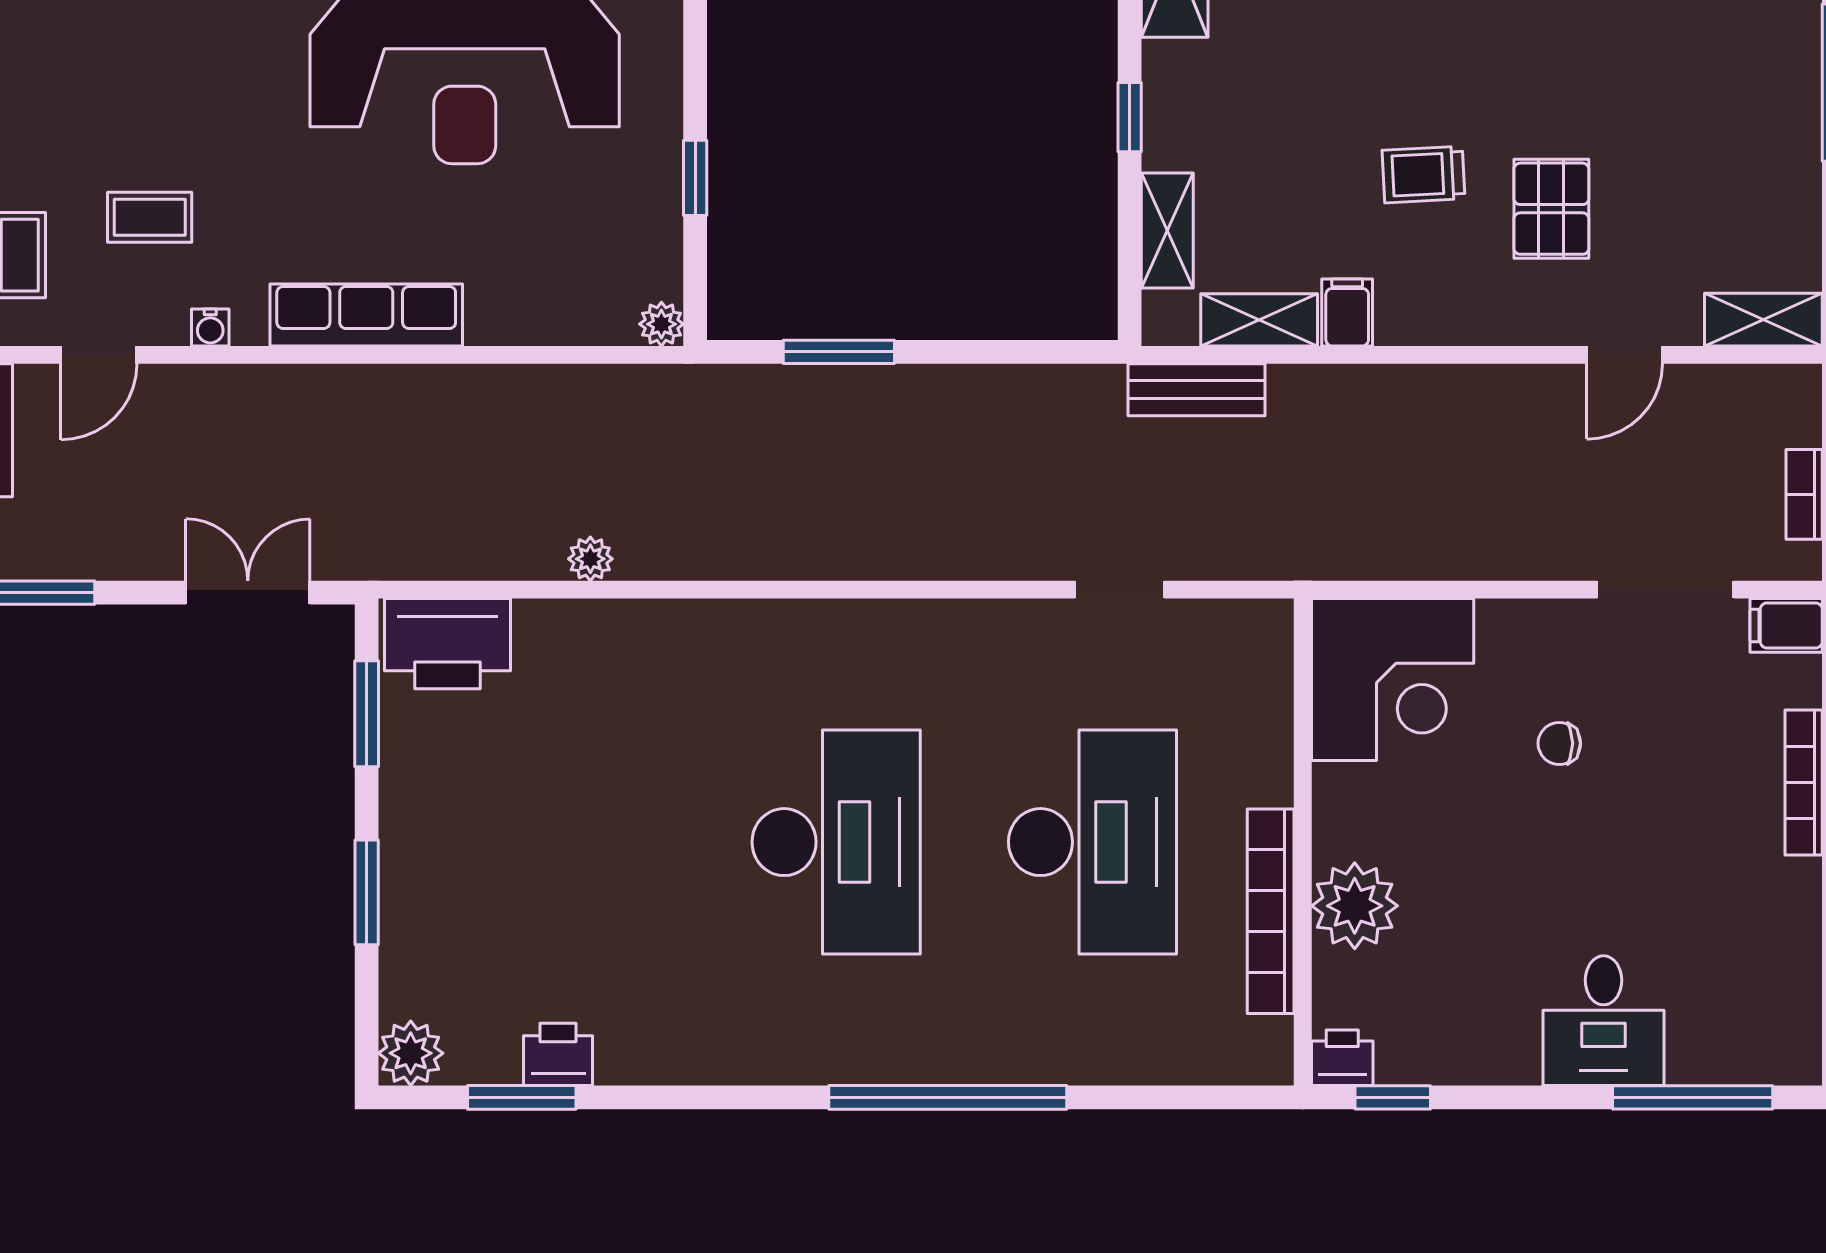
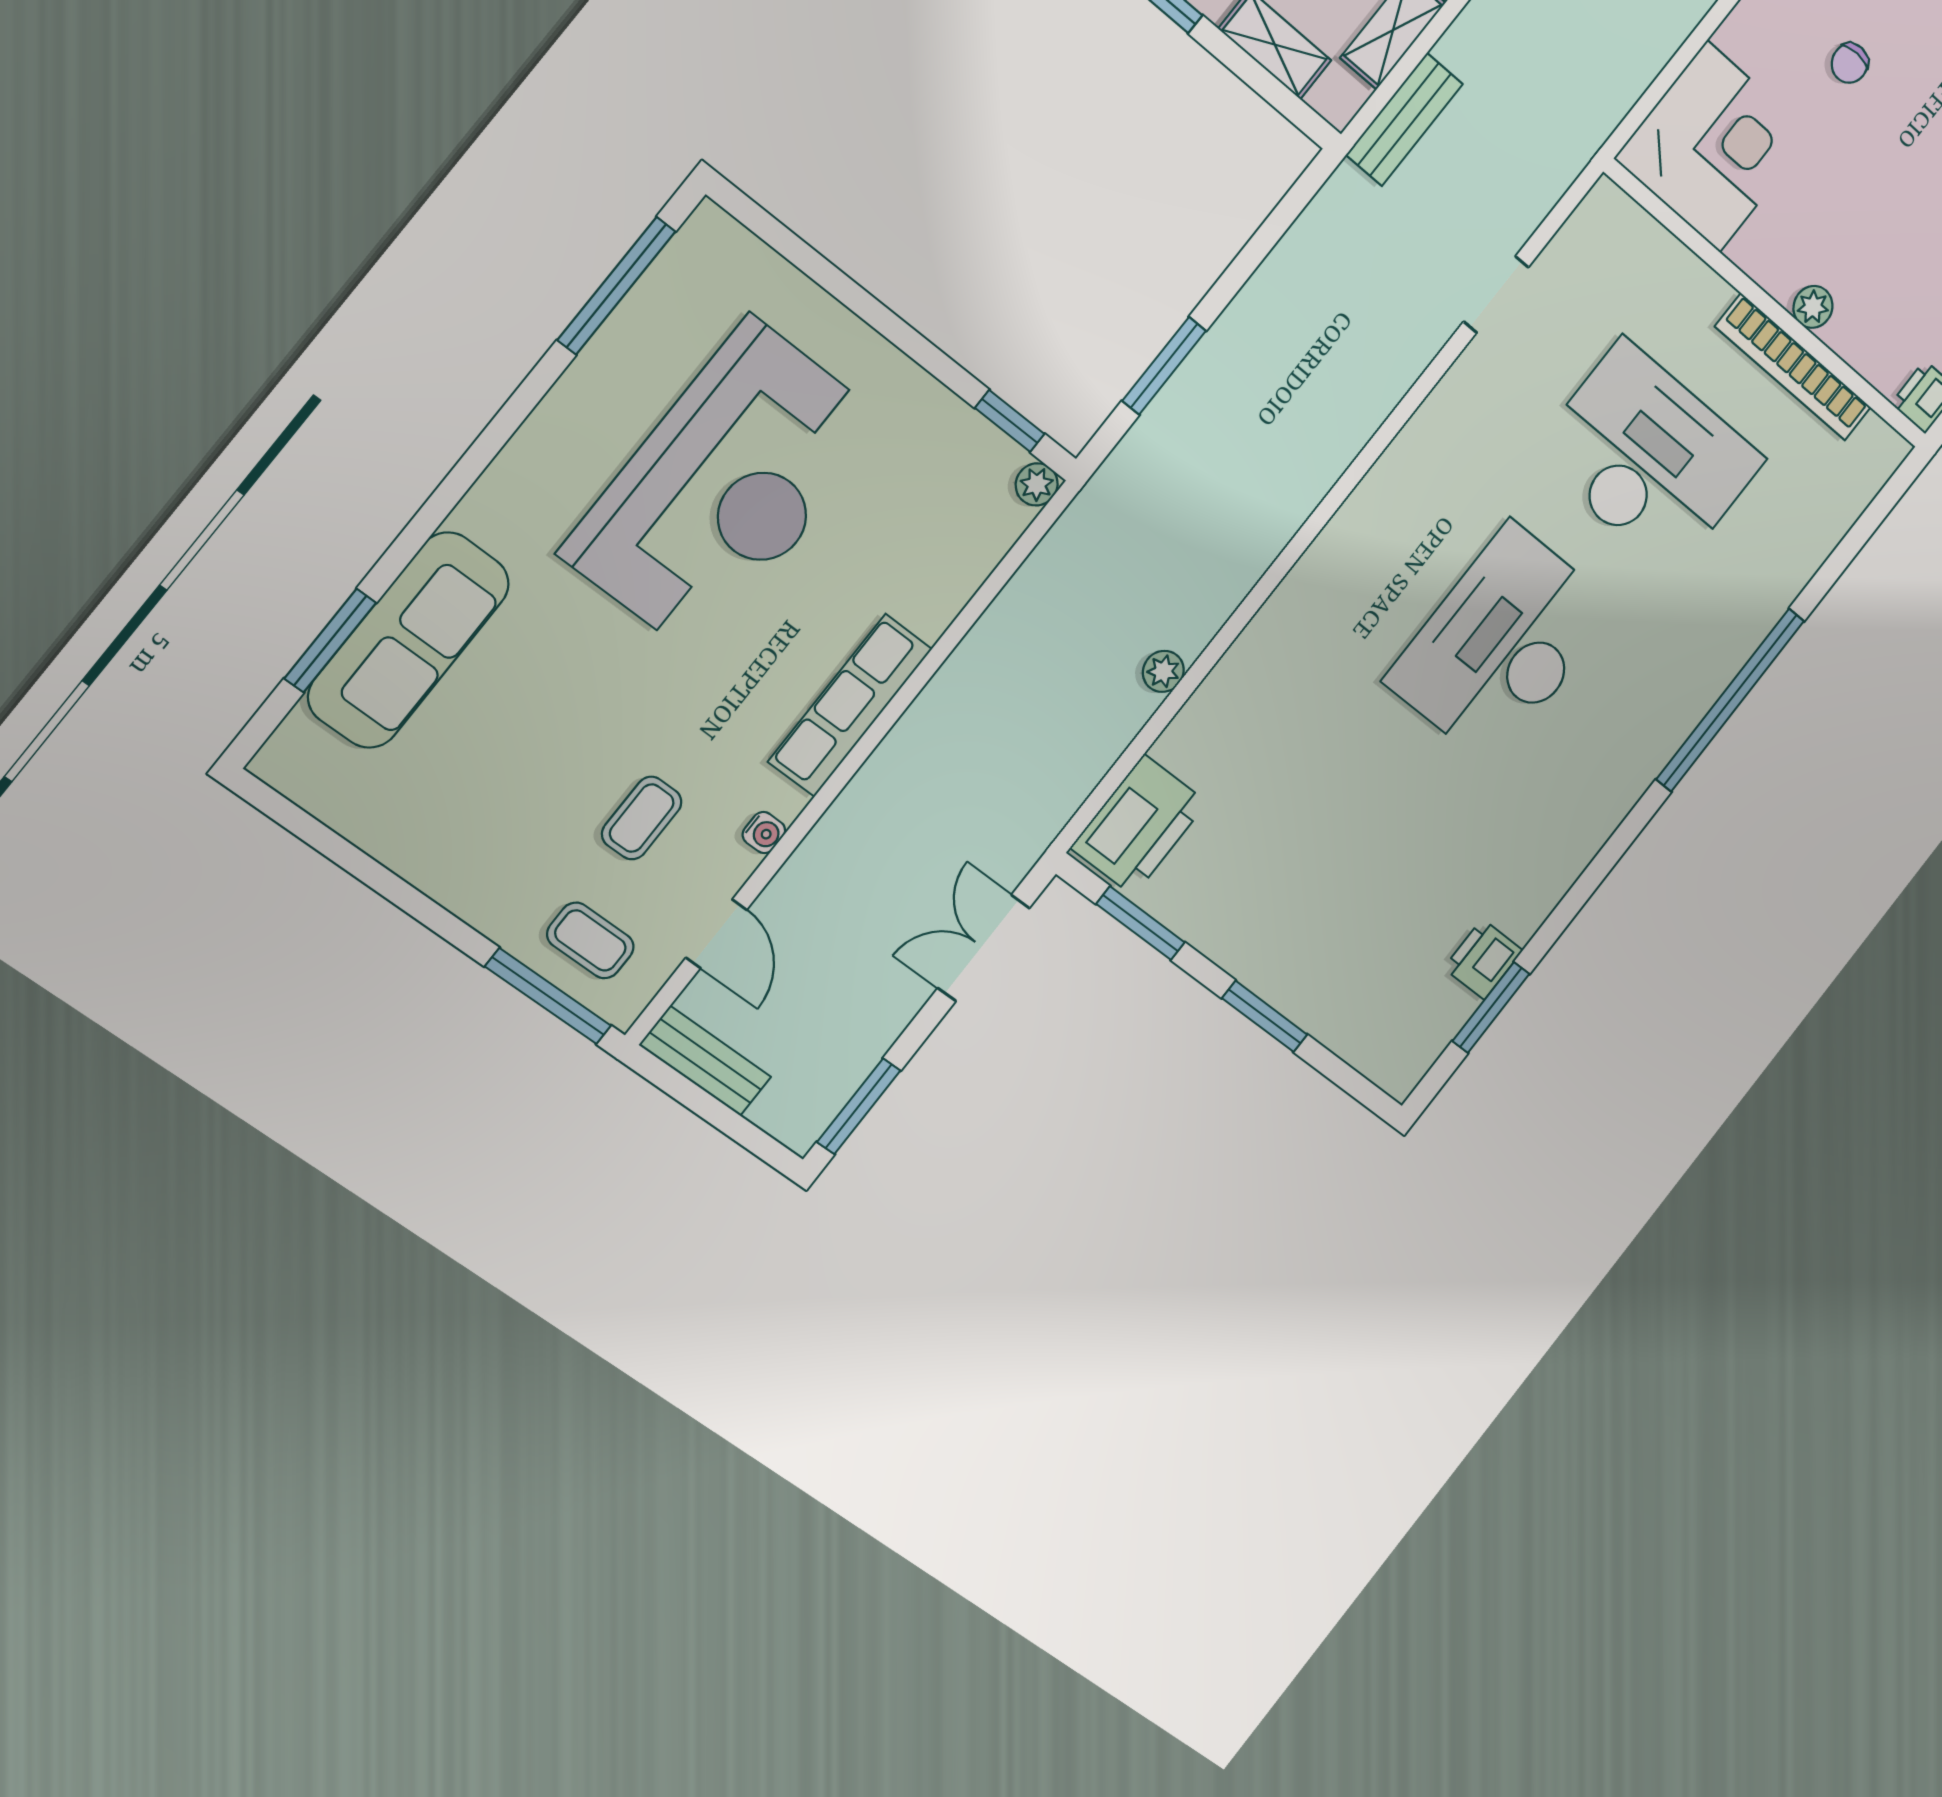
window: (695, 178) -> (1010, 421), moved
desk: (836, 842) -> (1501, 645), turned -90
plant: (1355, 906) -> (1813, 307), width x0.53, depth x0.53
plant: (411, 1053) -> (1399, 1066), removed

